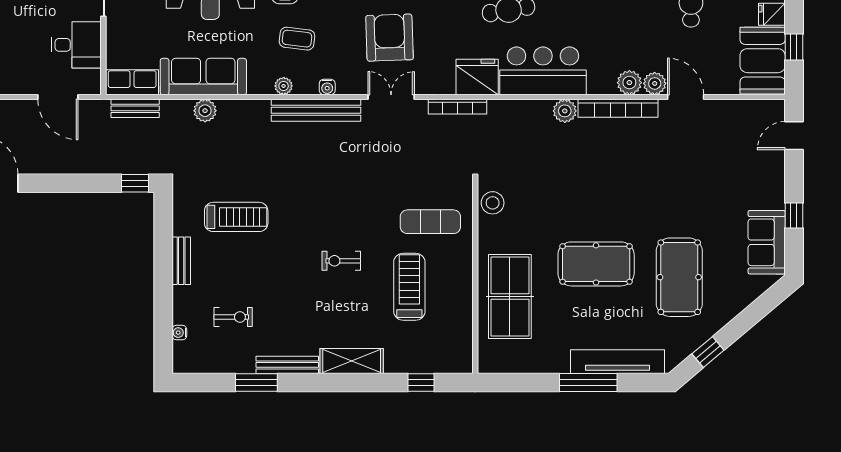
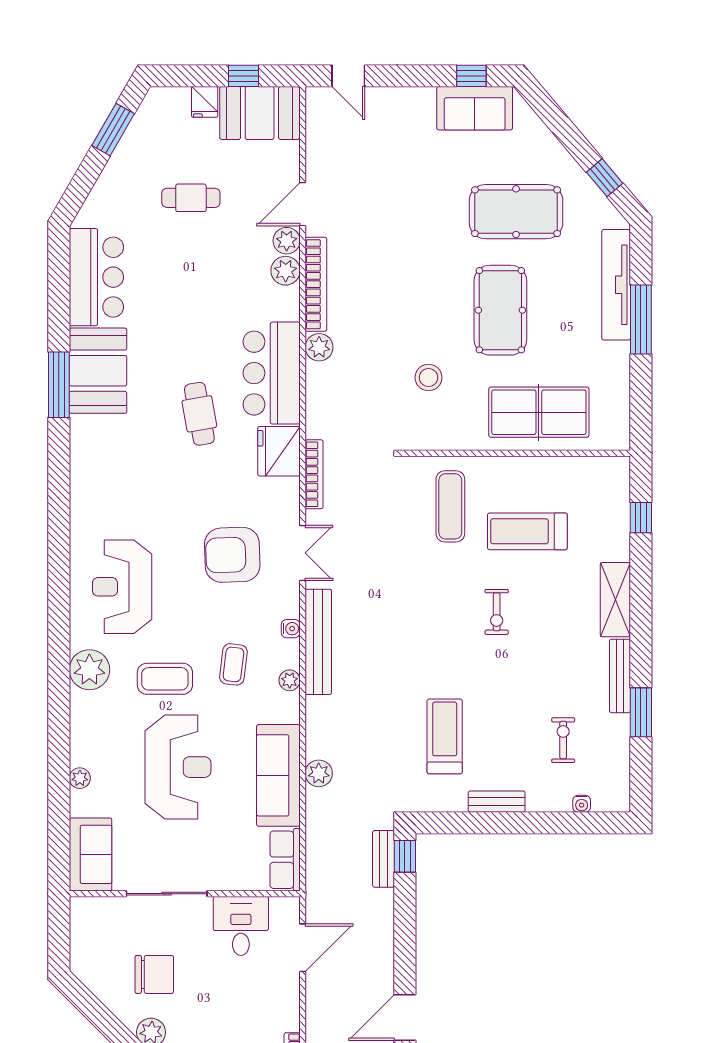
double door: (391, 97) -> (303, 553), swing flipped
bench: (135, 108) -> (384, 859), moved
stool: (493, 203) -> (429, 377), moved
window: (794, 215) -> (471, 76), moved

